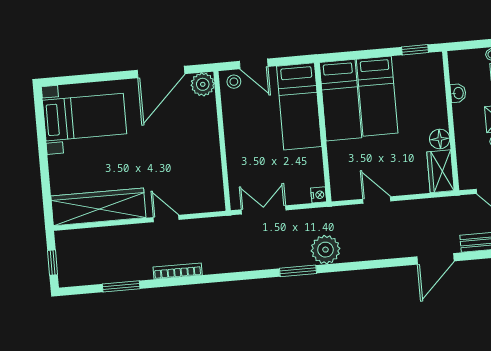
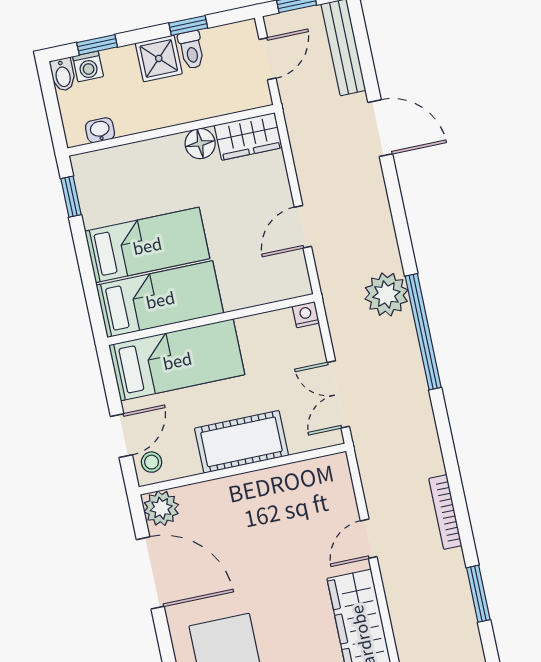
washbasin: (458, 93) -> (100, 130), moved
cot: (240, 142) -> (241, 442), added
window: (298, 271) -> (423, 332), width x2.11

